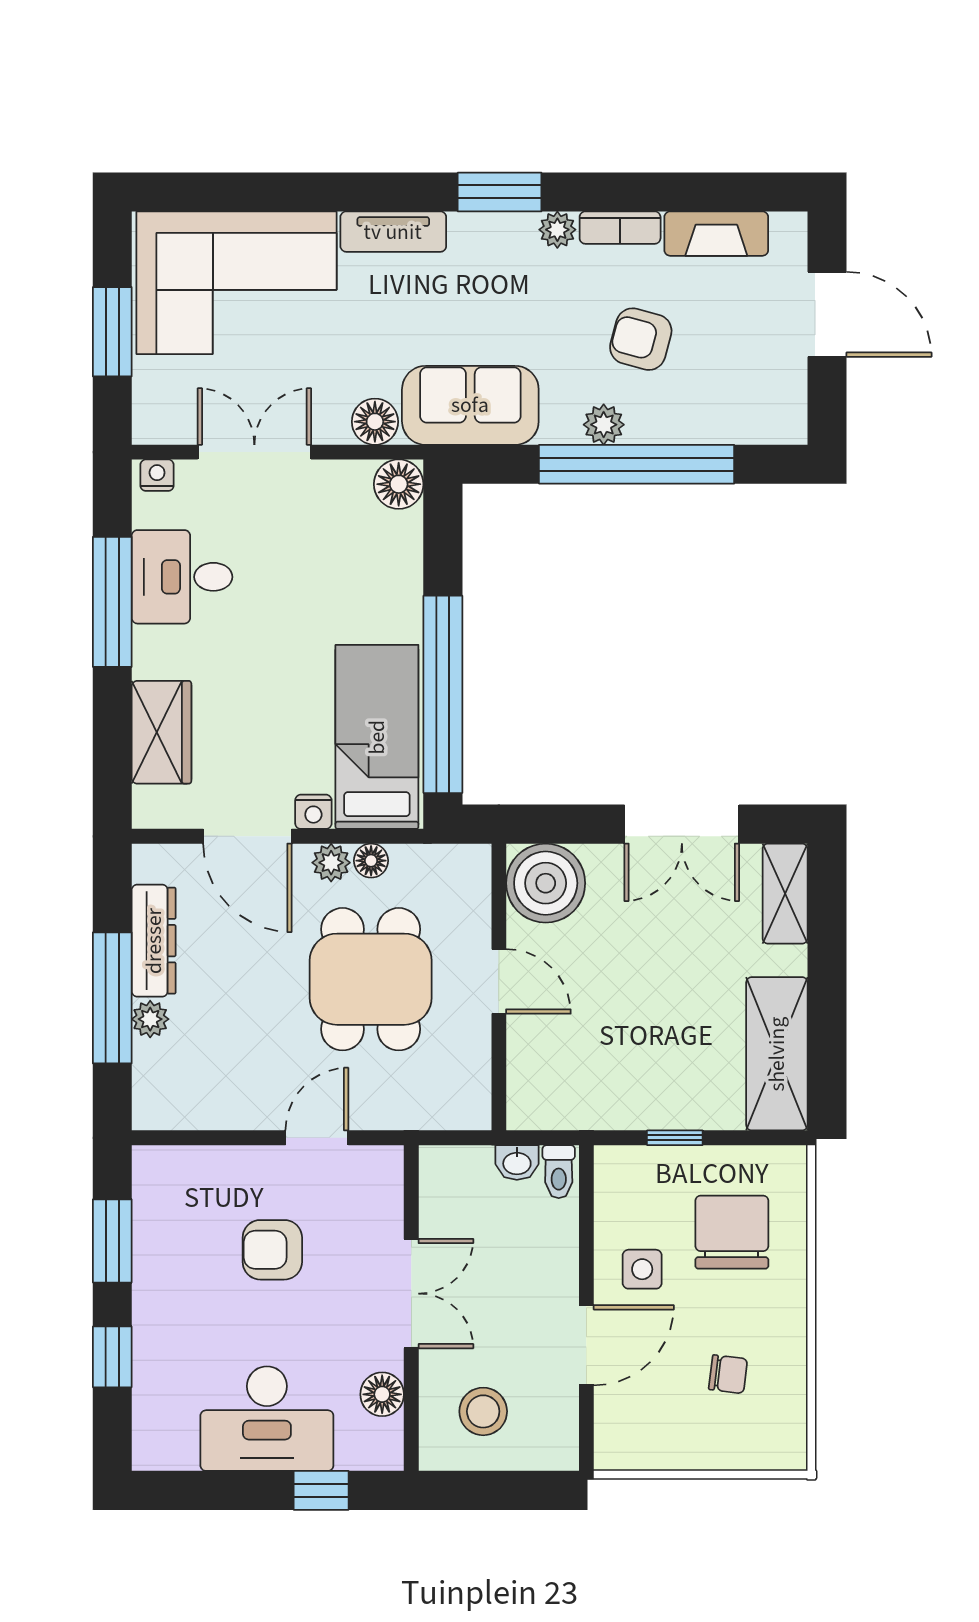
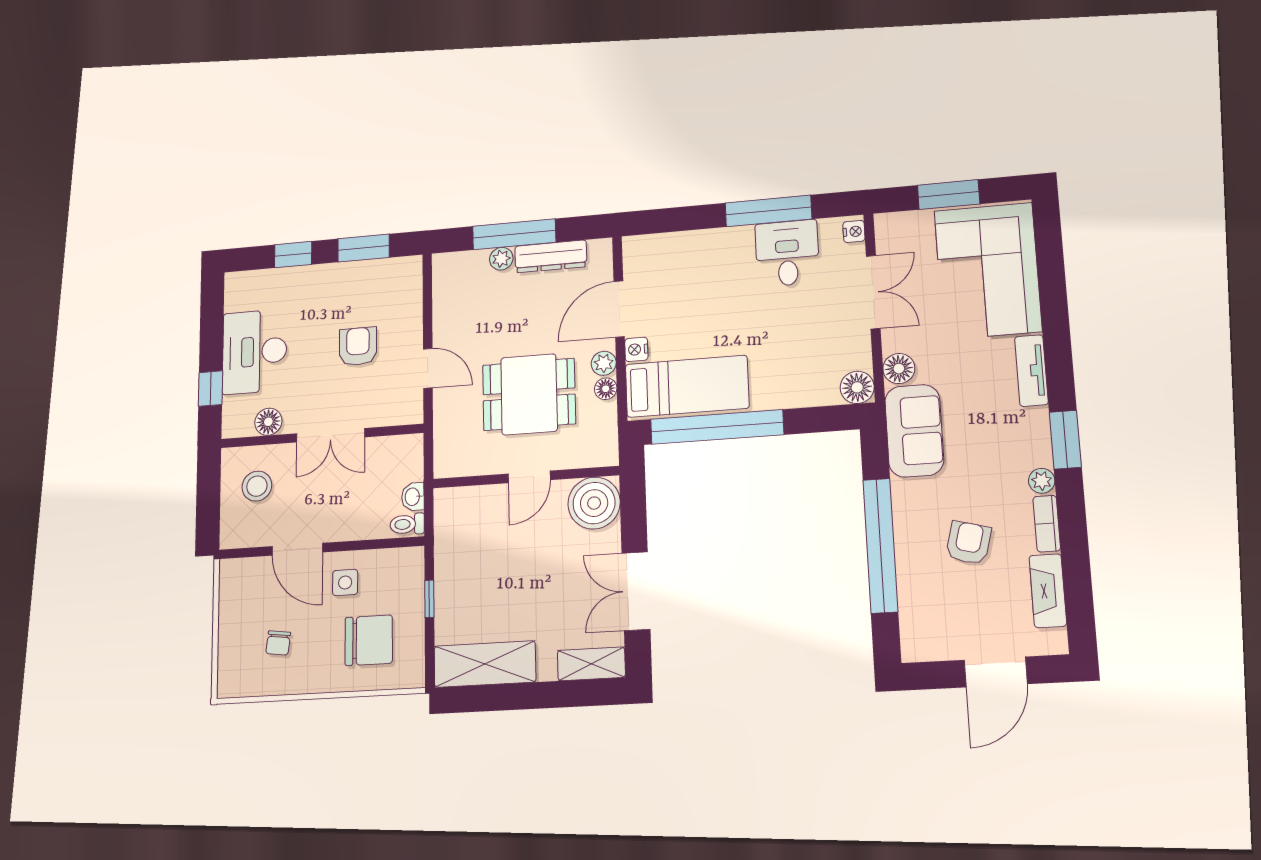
plant: (604, 425) -> (907, 521), removed
wardrobe: (162, 732) -> (685, 249), removed

